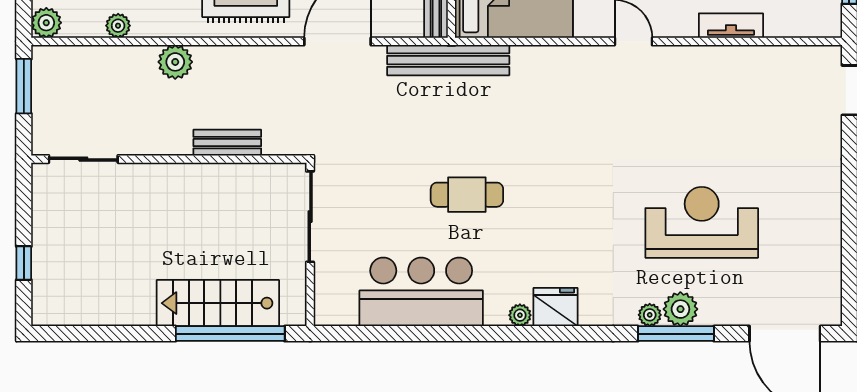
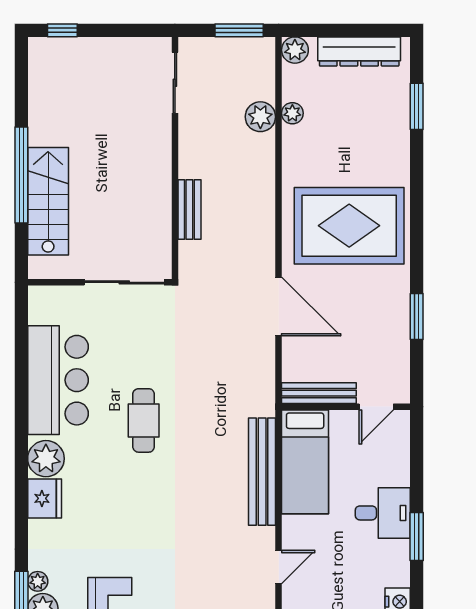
bench: (448, 60) -> (262, 472), moved
plant: (175, 62) -> (260, 117), moved
window: (24, 263) -> (62, 30), moved
plant: (520, 315) -> (46, 459), width x1.87, depth x1.87
window: (230, 334) -> (21, 175), moved

